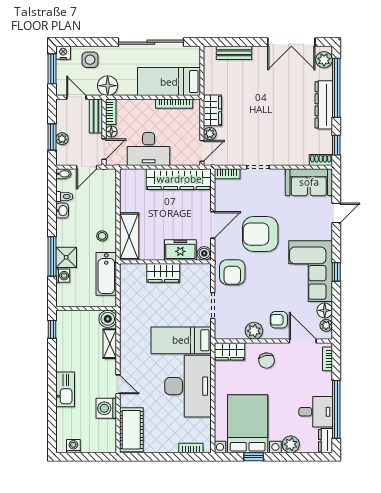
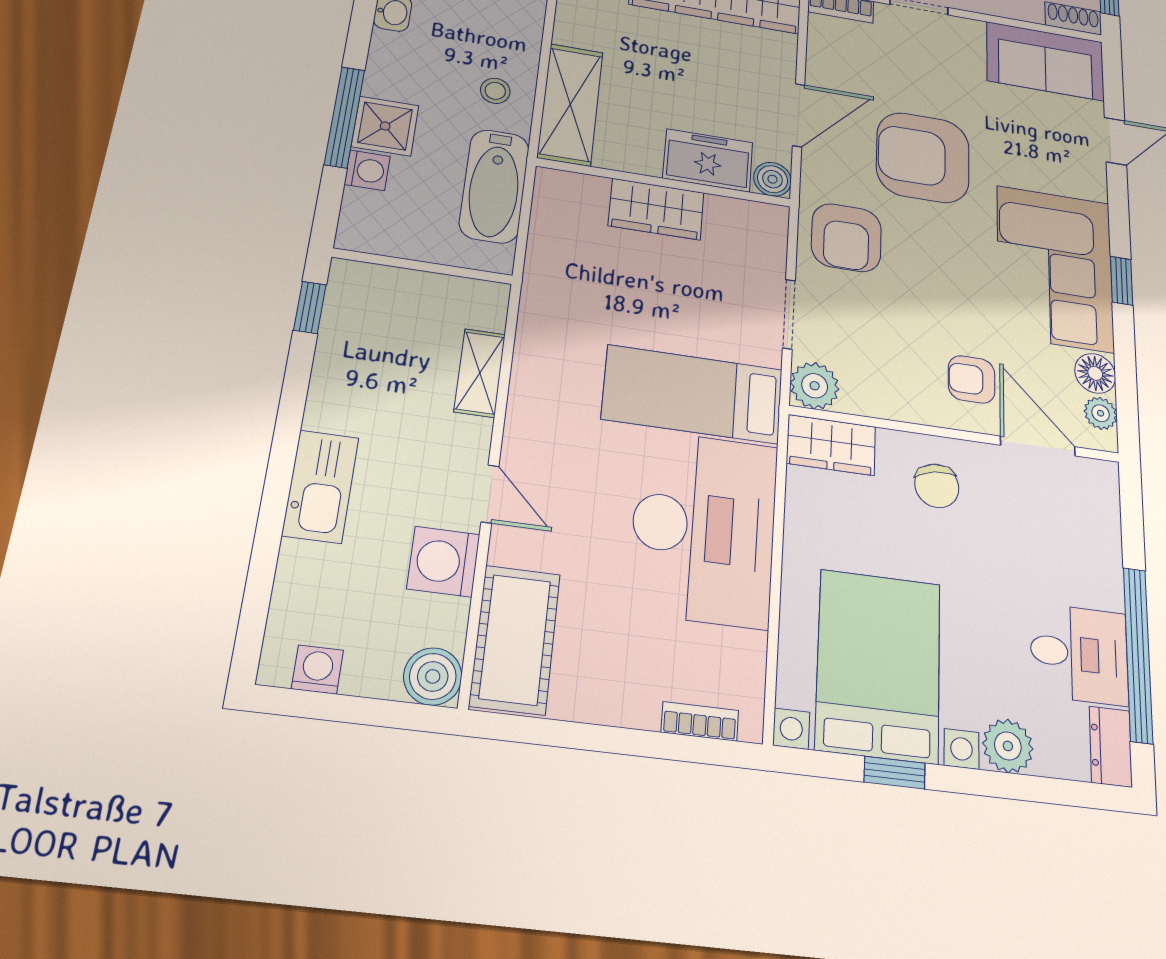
boiler: (108, 319) -> (433, 676), moved
plant: (254, 331) -> (815, 386), moved
bookcase: (327, 359) -> (1108, 505), removed

